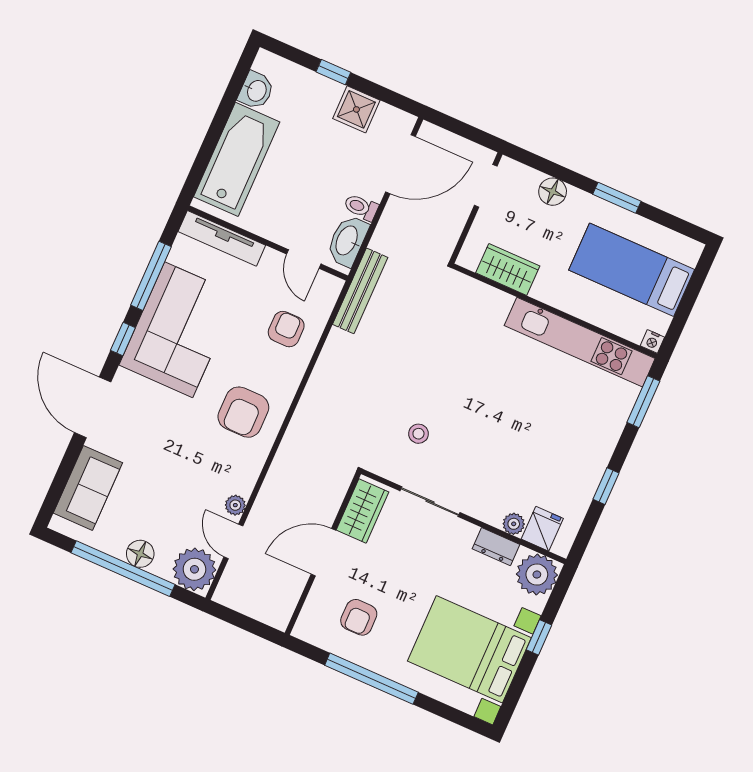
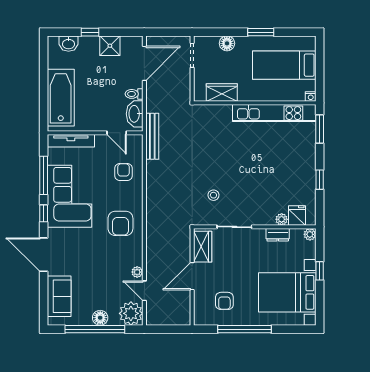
washbasin: (256, 91) -> (69, 44), moved, turned 90
plant: (537, 575) -> (310, 234), width x0.53, depth x0.53

